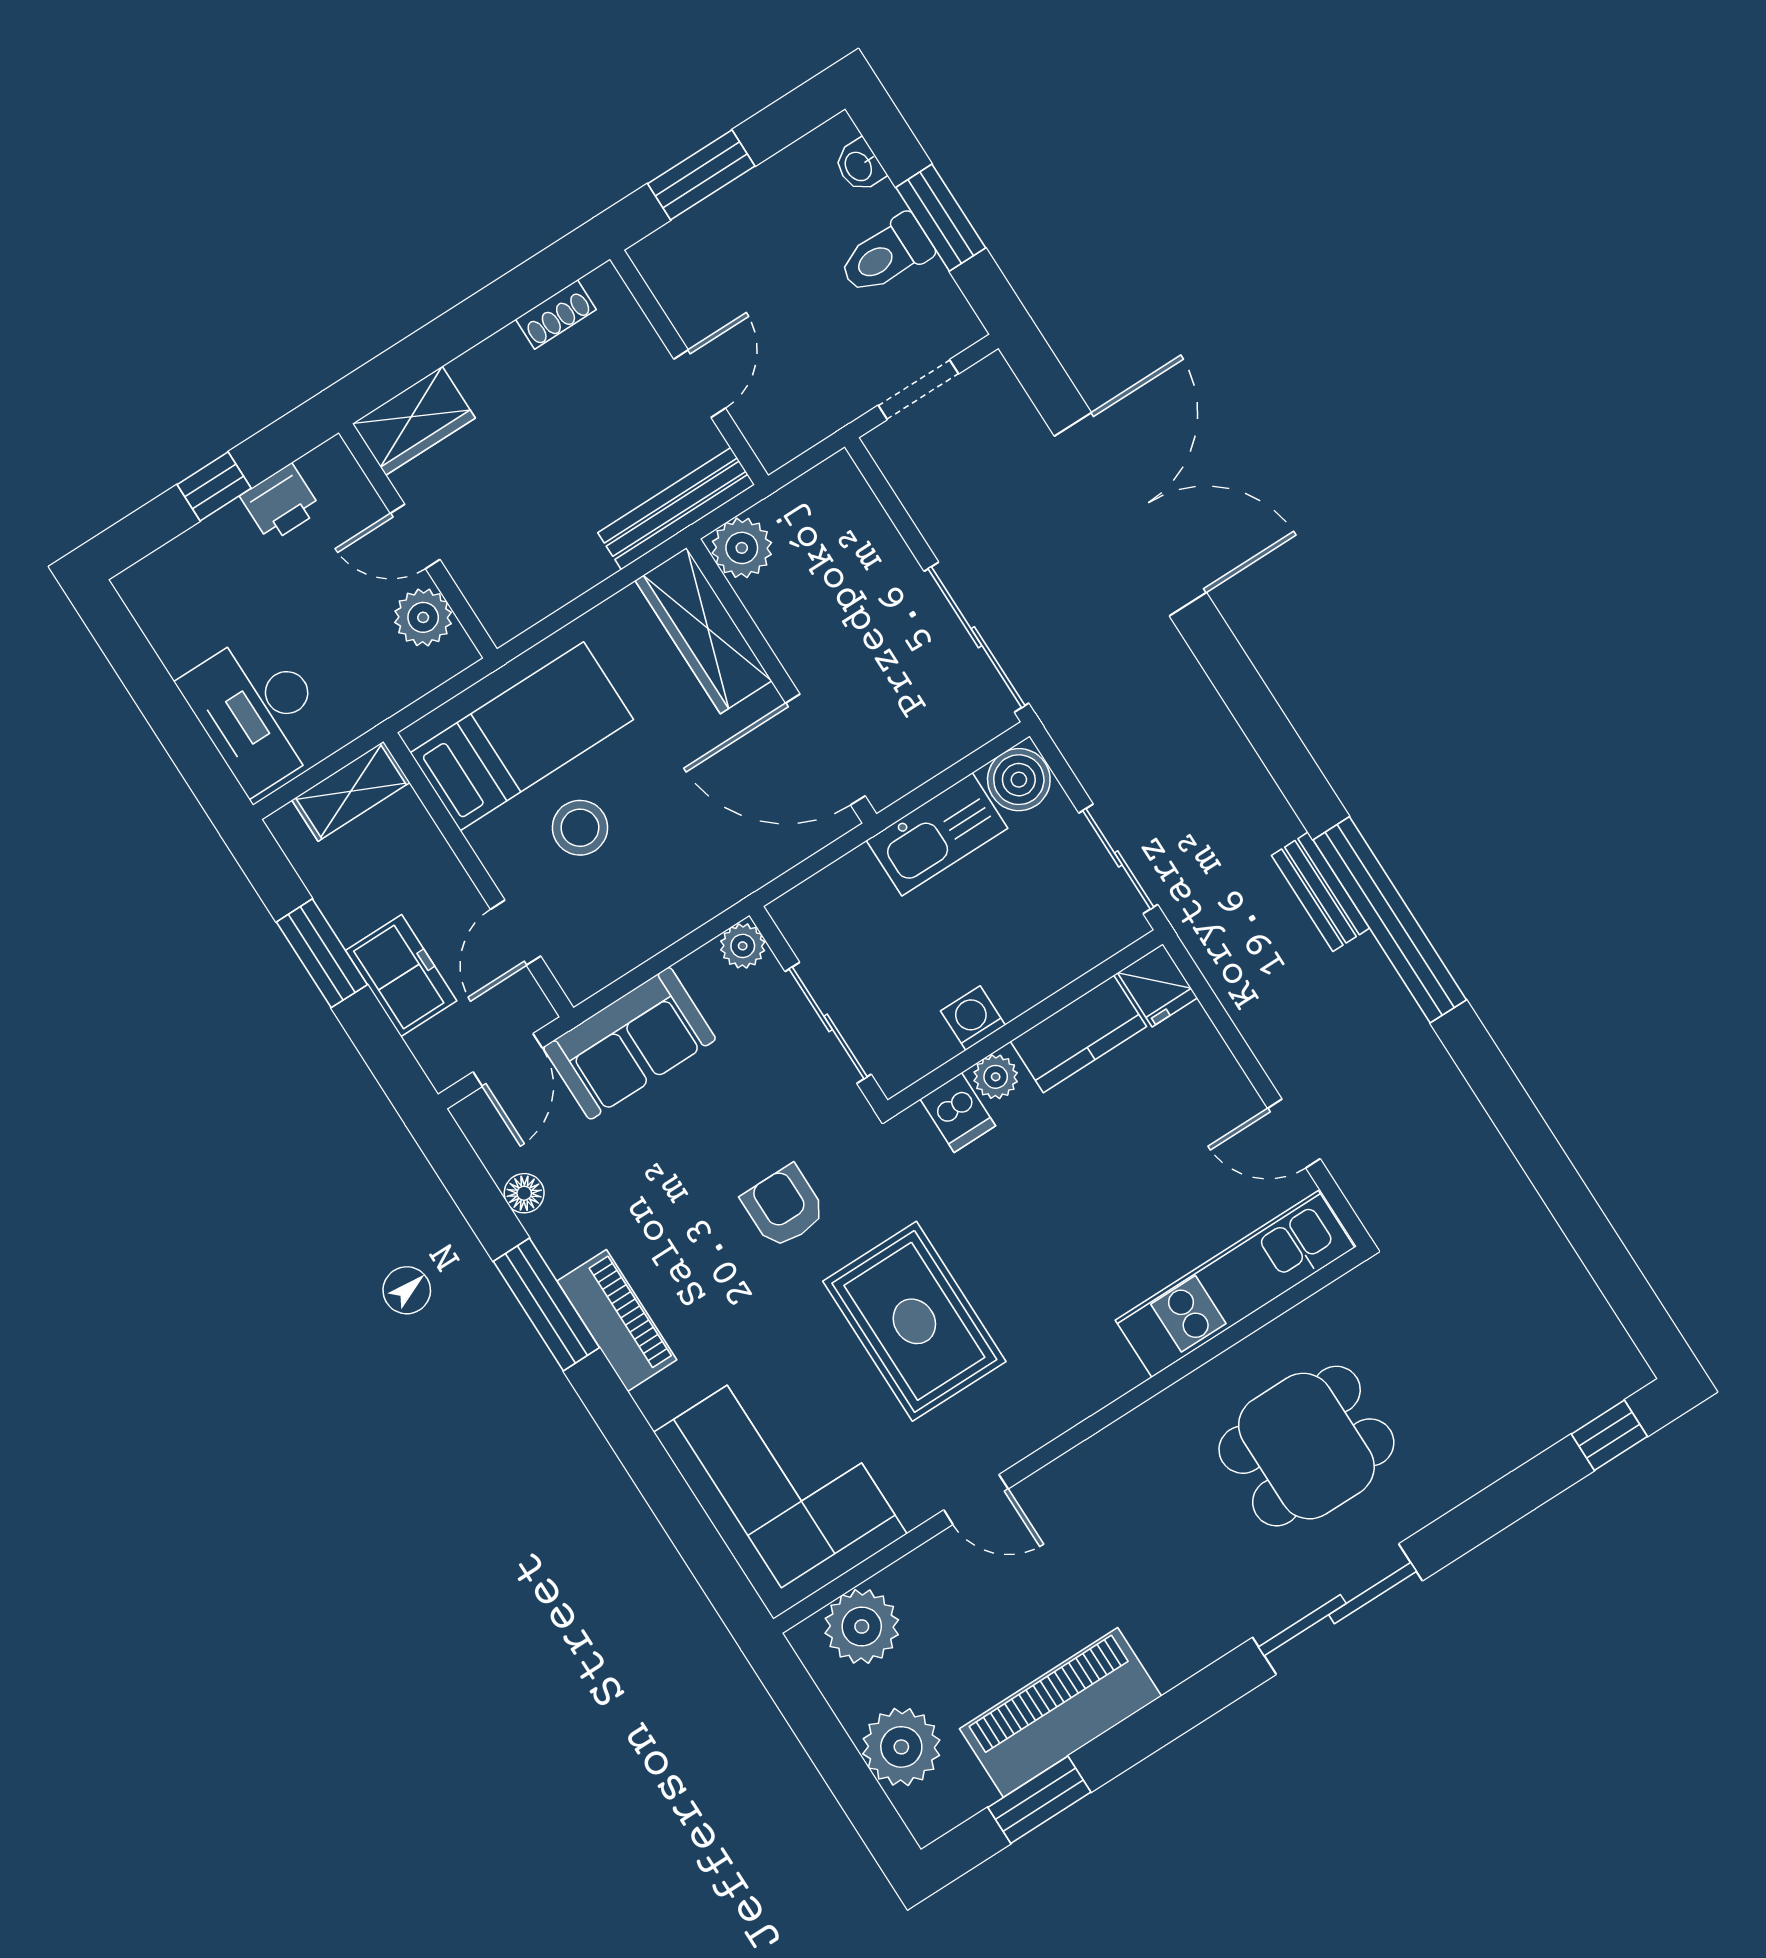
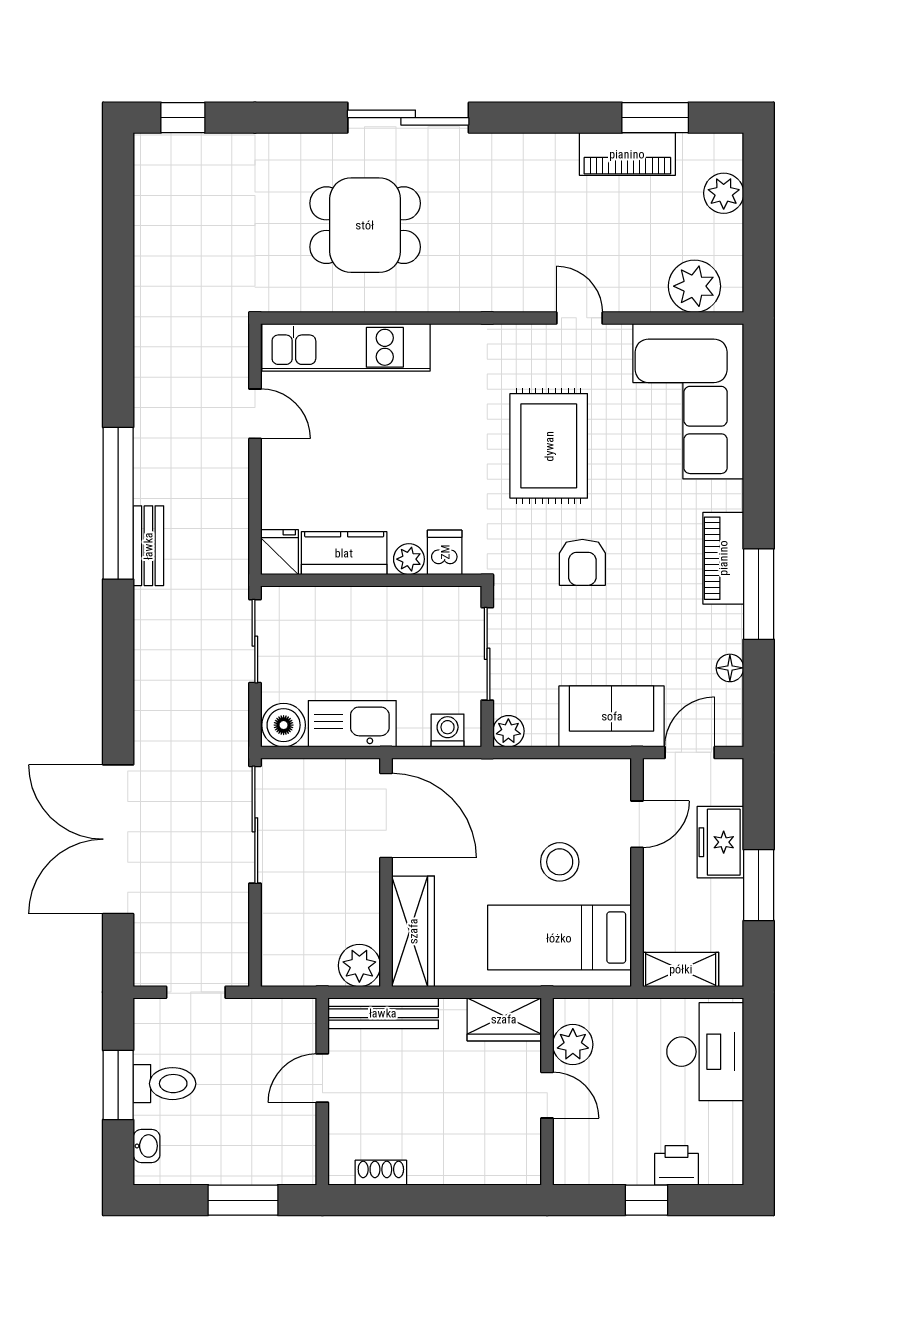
wardrobe: (414, 421) -> (504, 1019), moved, turned 180
printer: (281, 503) -> (677, 1165), moved
washing machine: (973, 1018) -> (448, 730), moved, turned 180
piano: (1060, 1712) -> (627, 154), width x0.73, depth x0.75
plant: (901, 1747) -> (724, 193), width x0.73, depth x0.73

